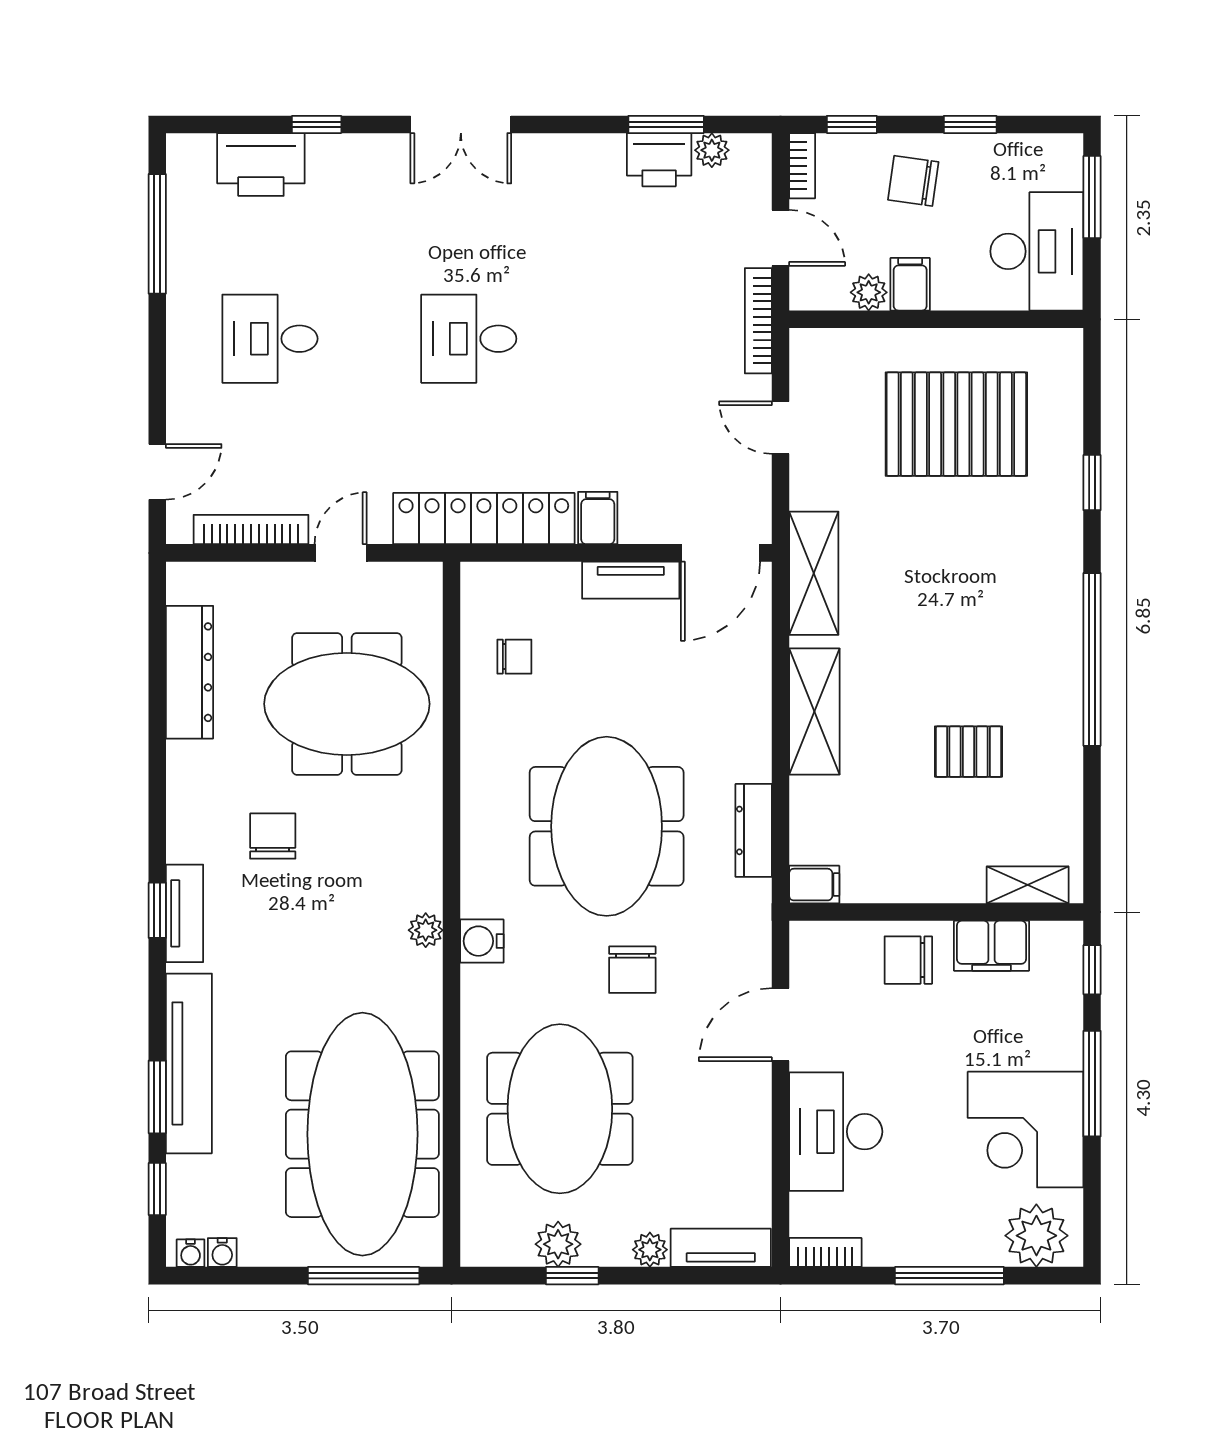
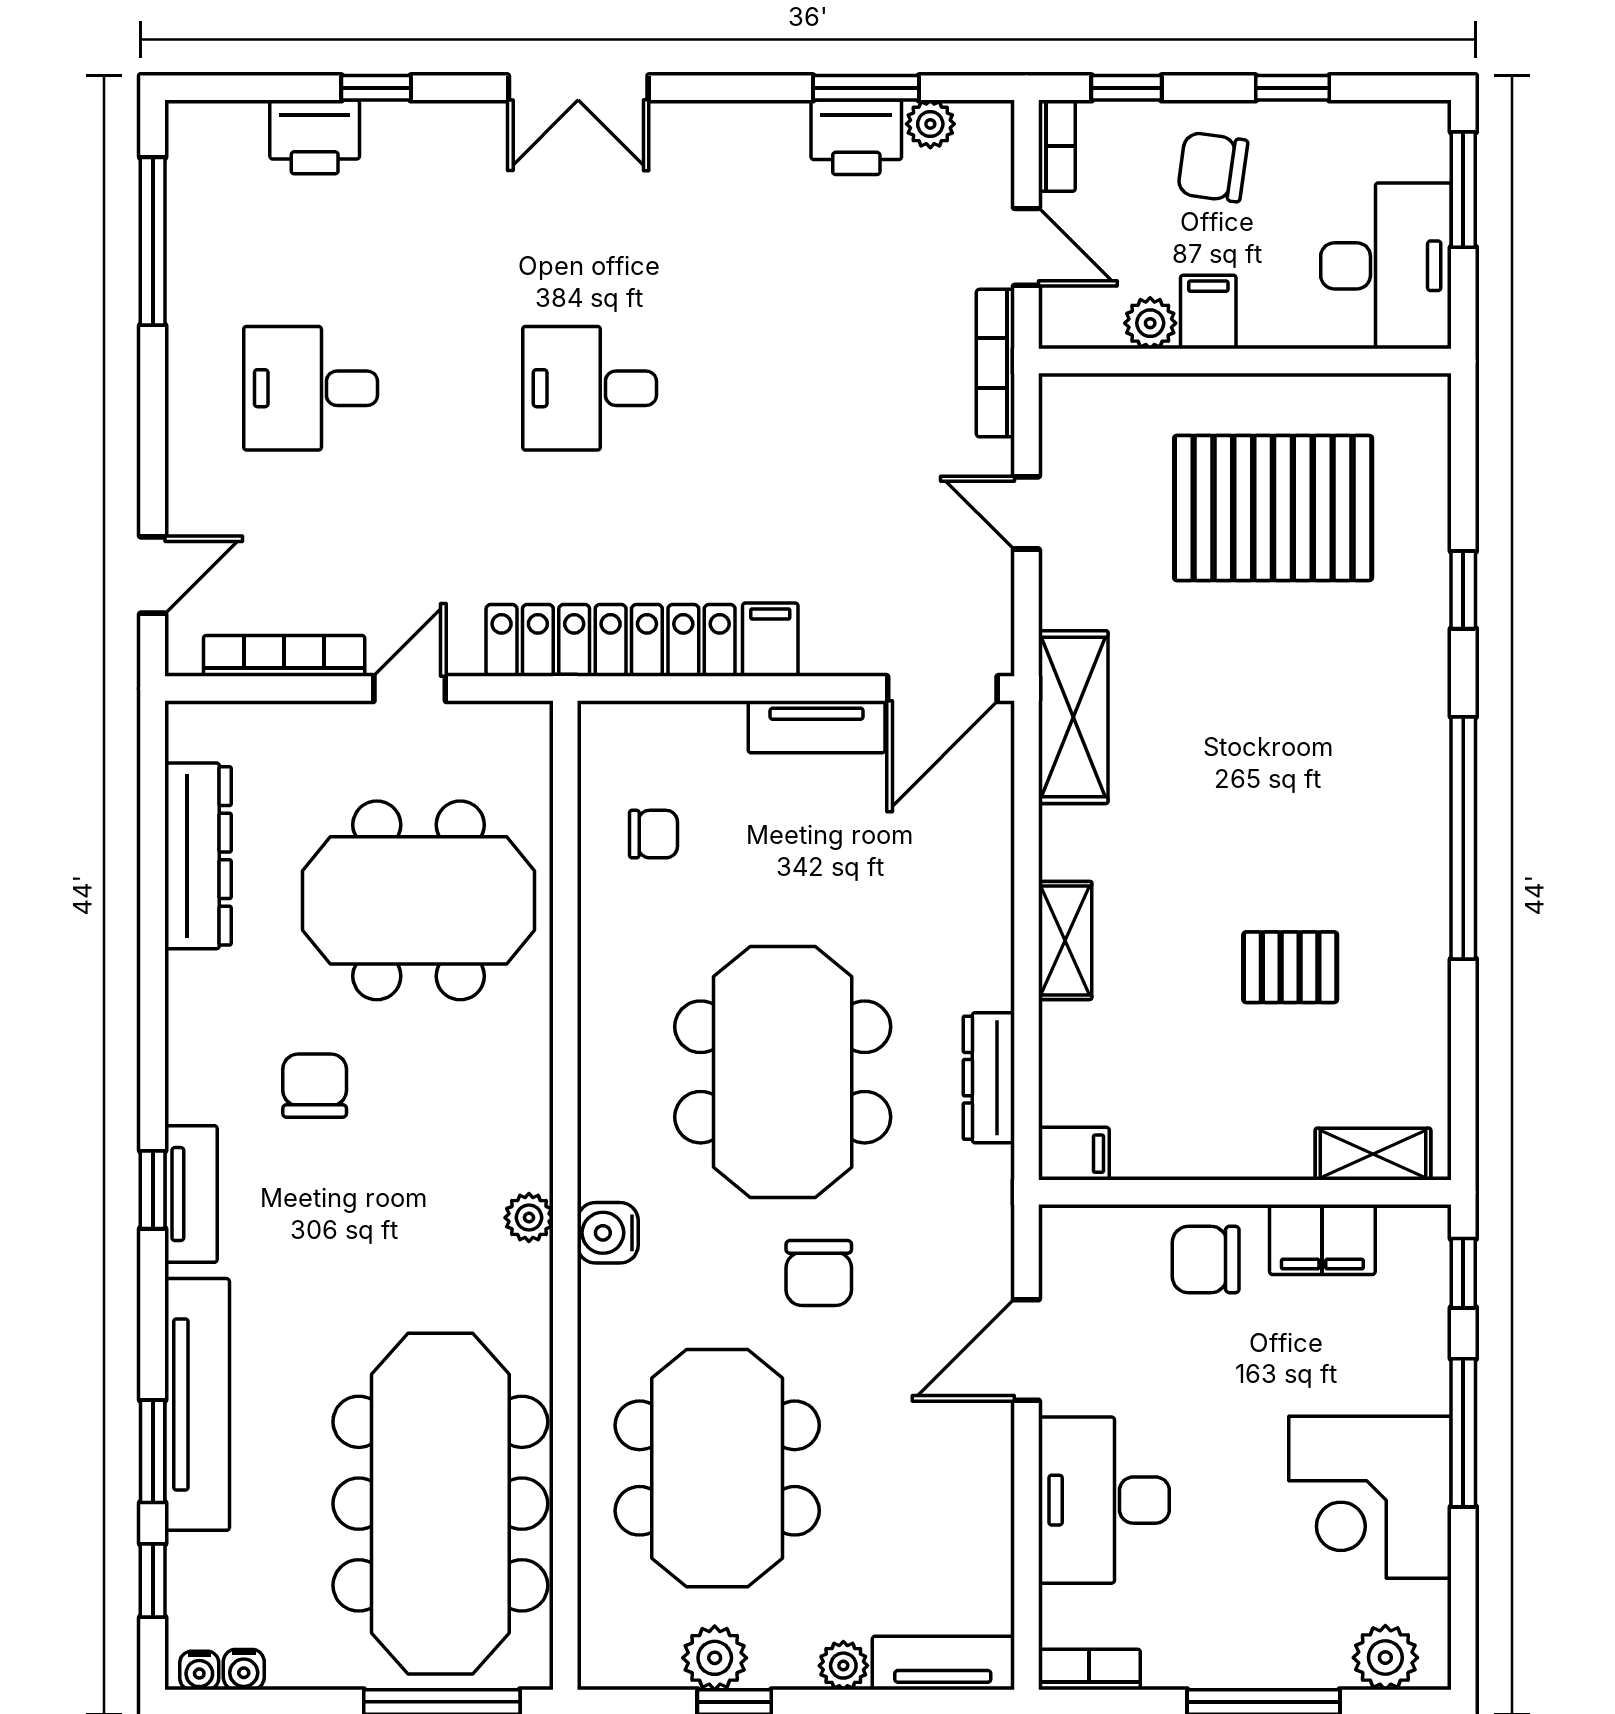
printer: (261, 165) -> (315, 137), width x0.73, depth x0.84
shelving: (814, 711) -> (1065, 940), width x0.67, depth x0.75
plant: (1036, 1236) -> (1385, 1658), width x0.73, depth x0.73

